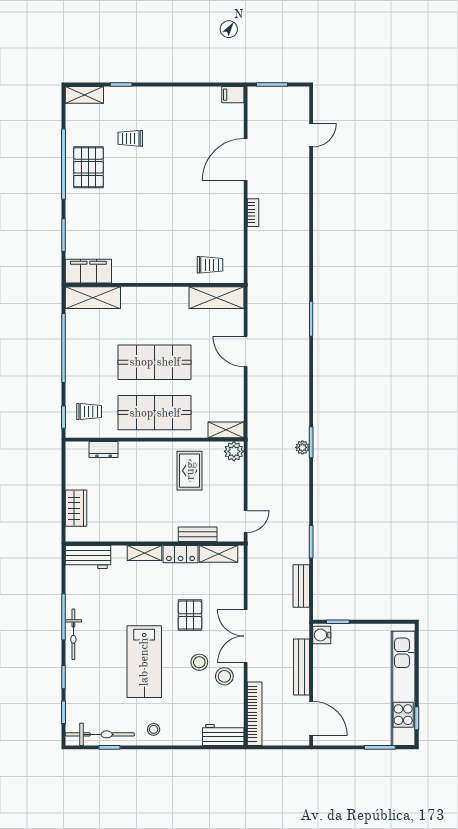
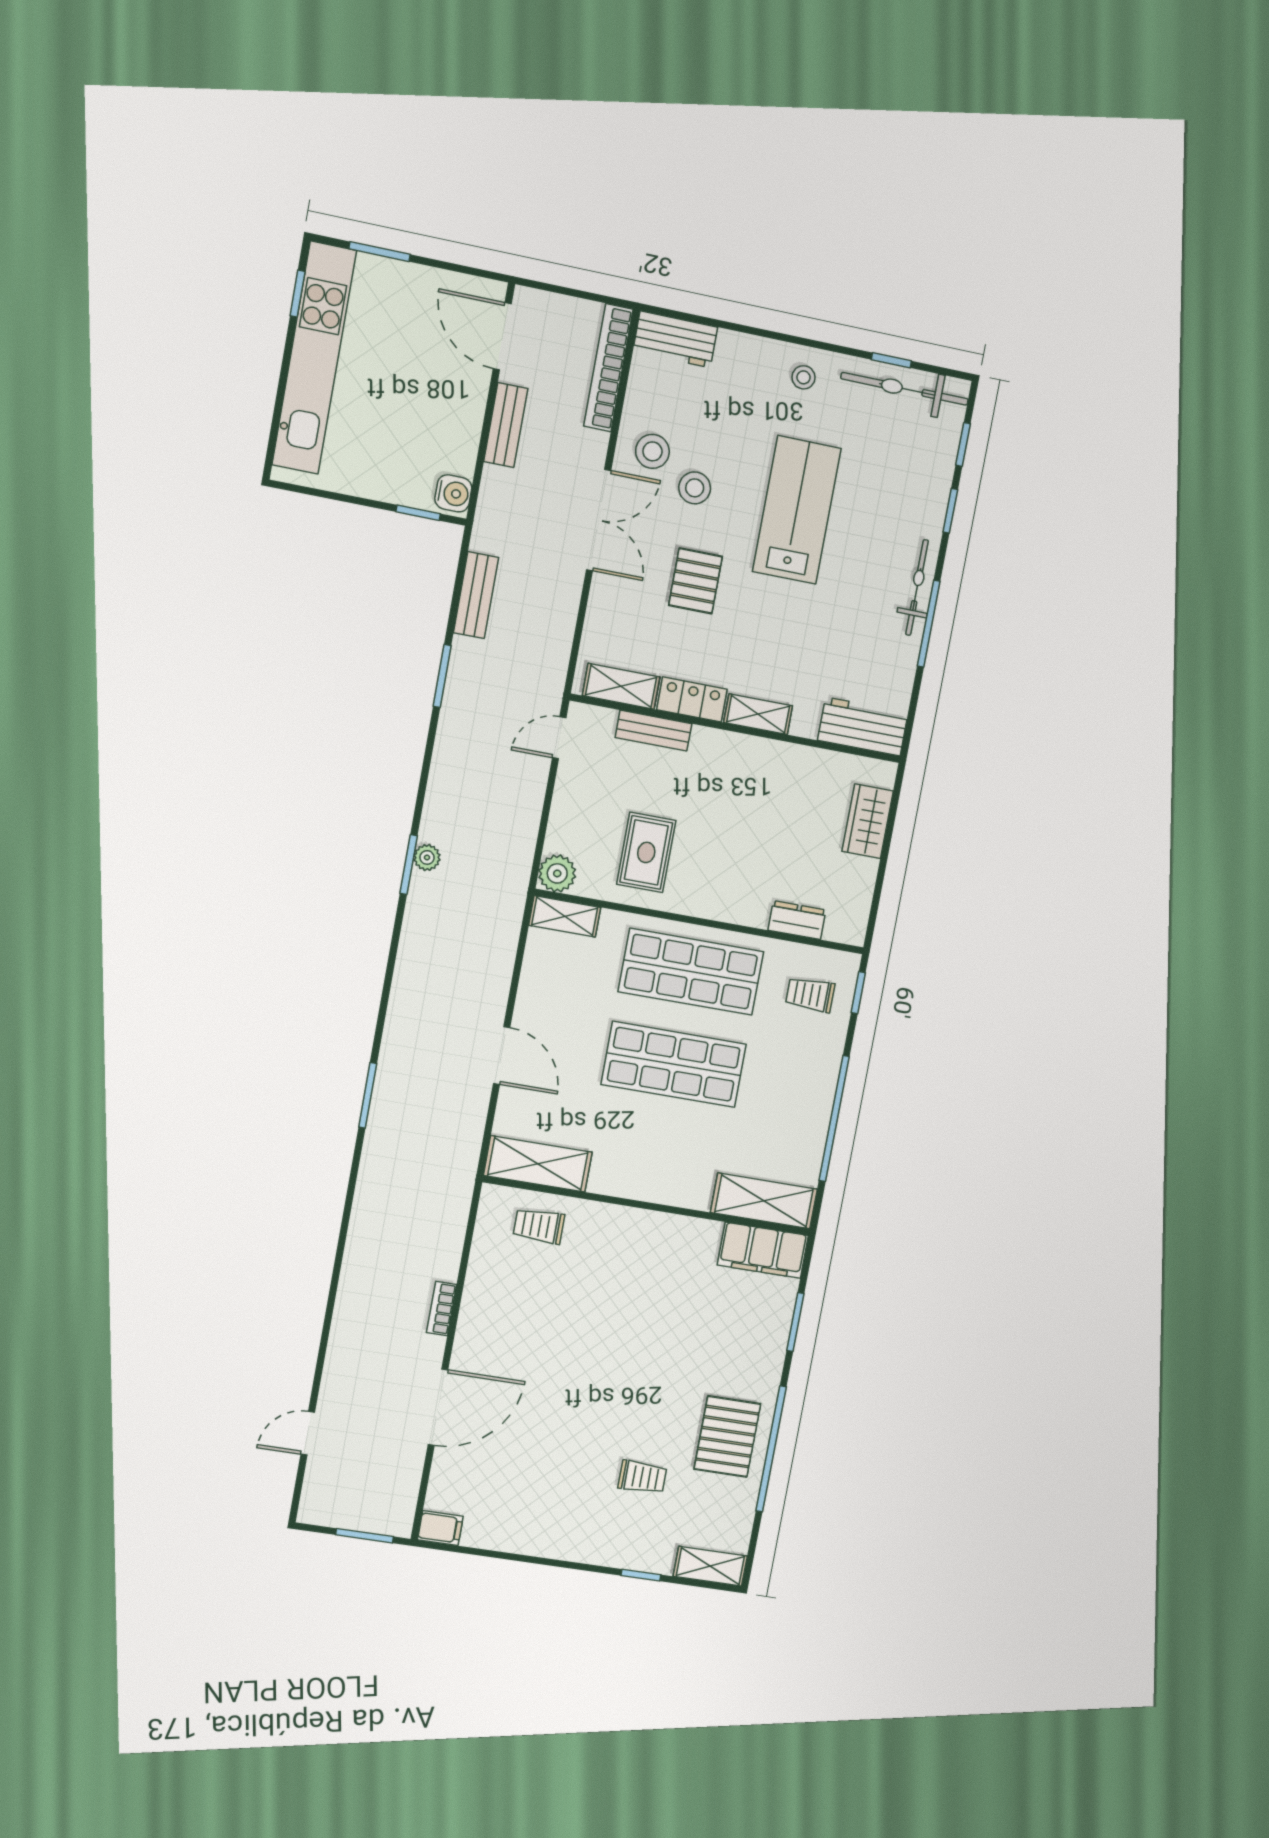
bench: (302, 667) -> (506, 425), width x0.73

